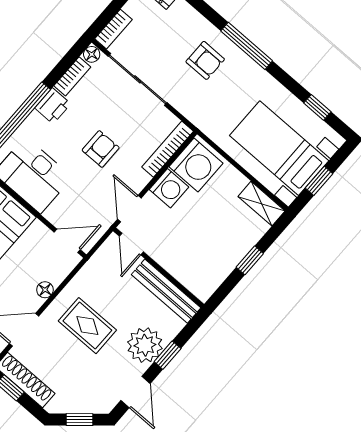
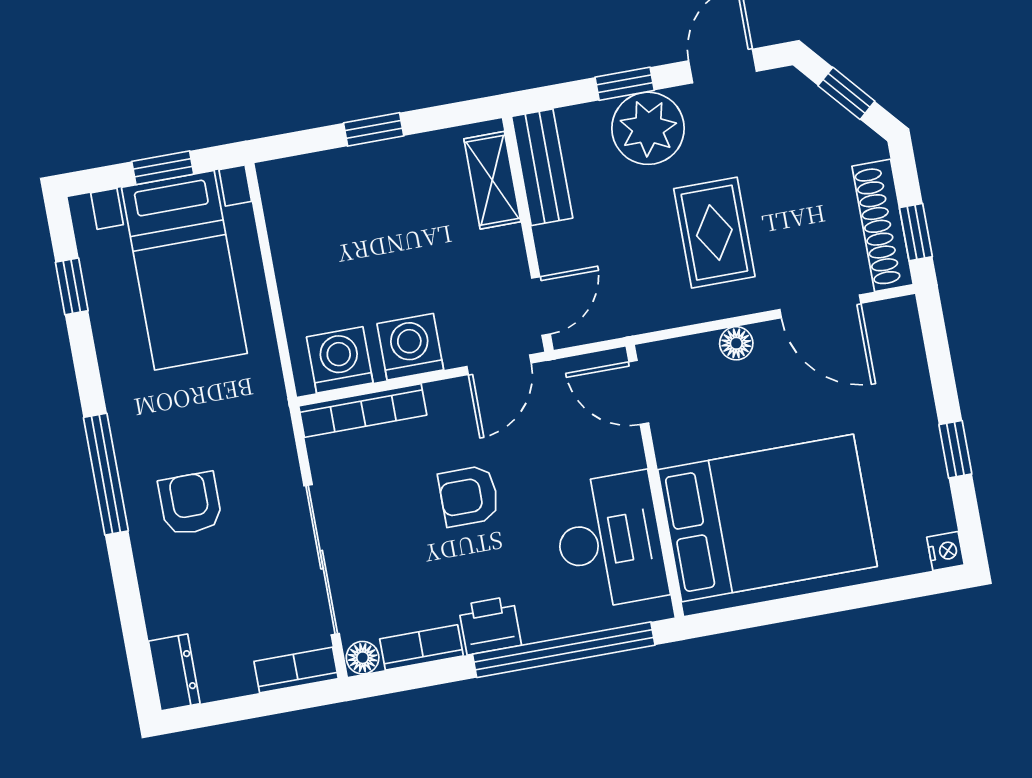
washing machine: (196, 165) -> (340, 360), width x0.73, depth x0.73
shelving: (262, 204) -> (492, 180), moved
bench: (166, 291) -> (542, 167), width x0.73

